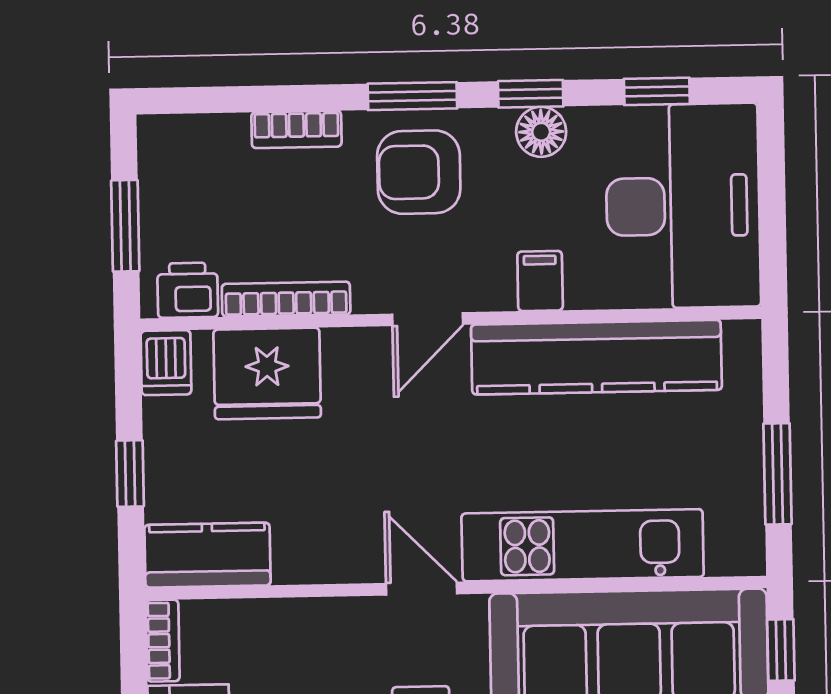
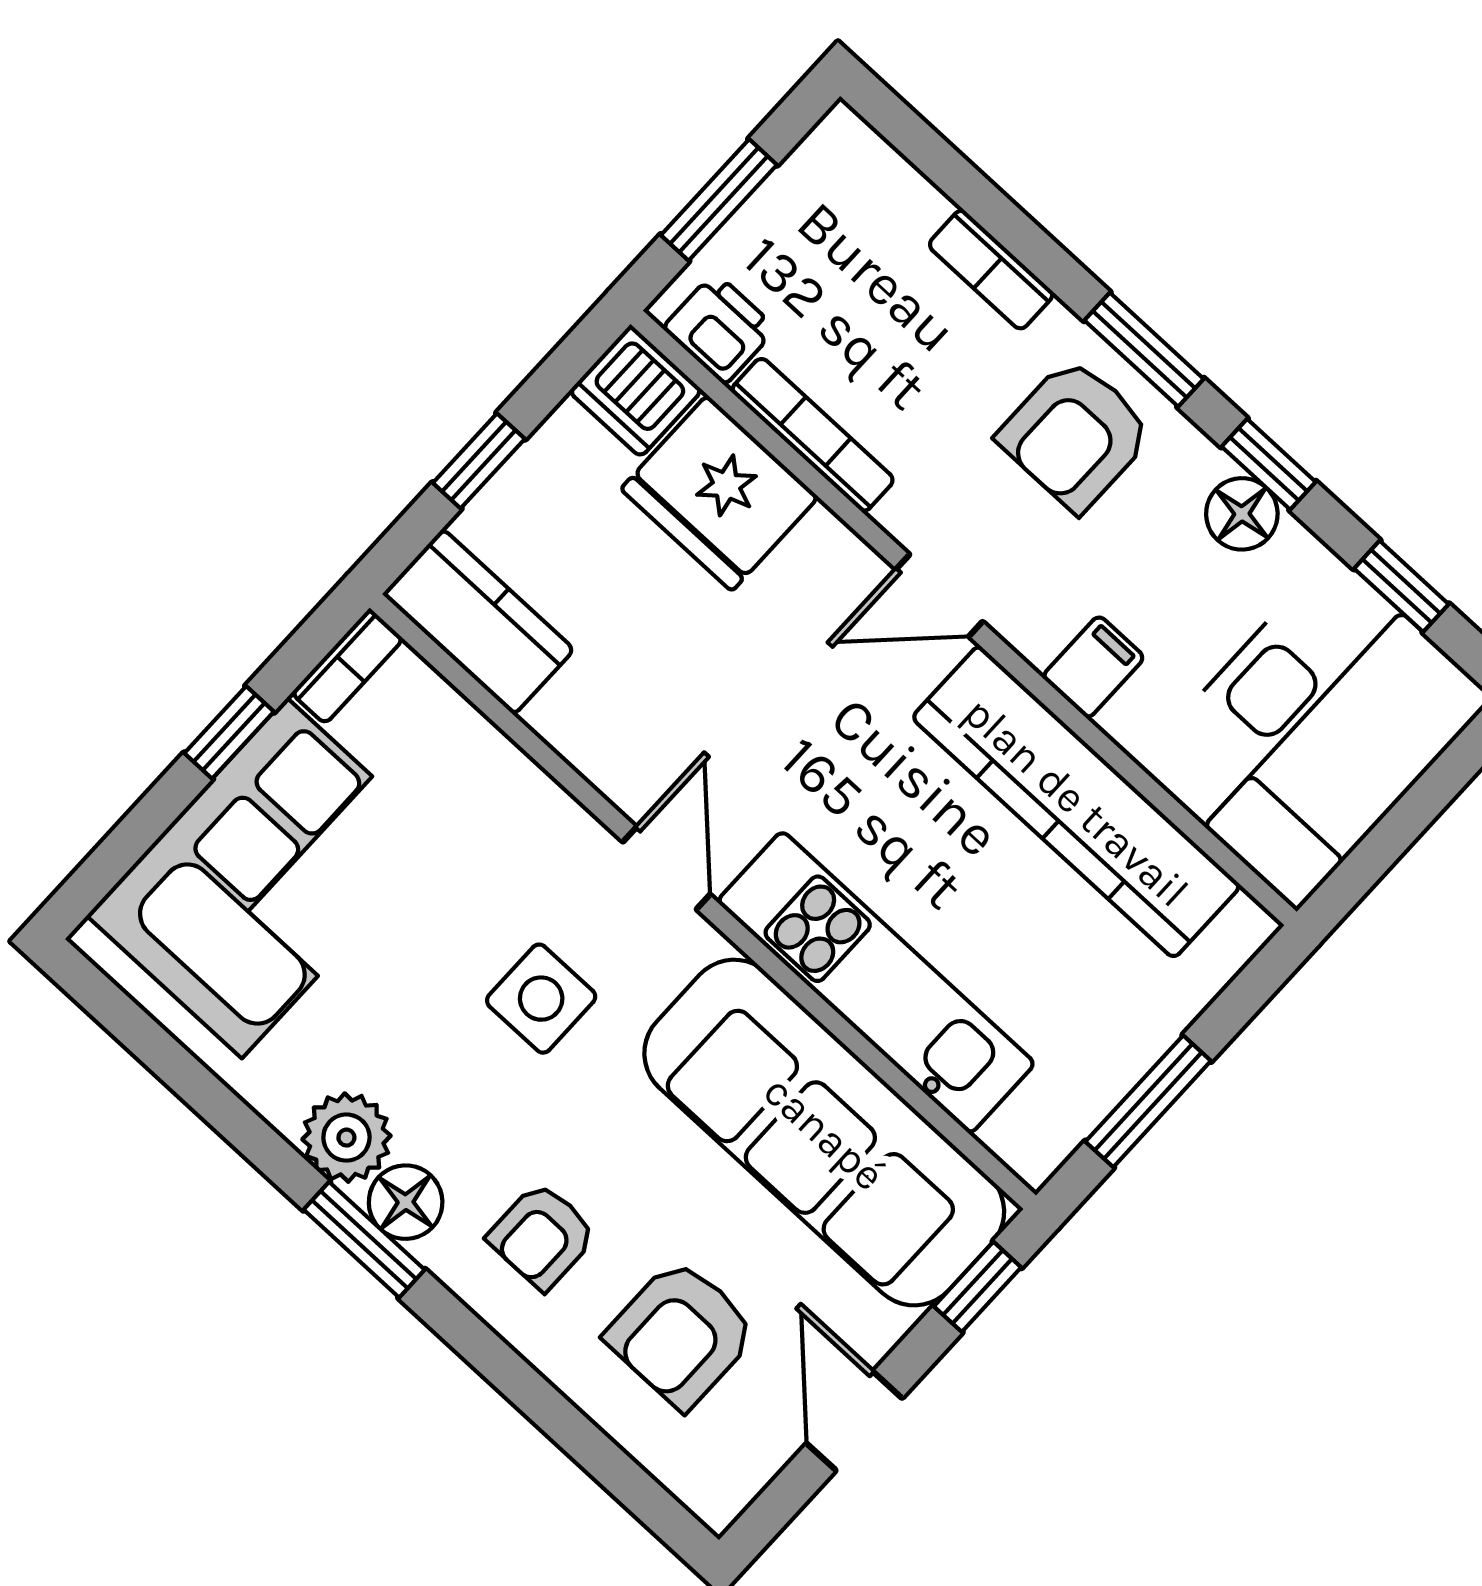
armchair: (419, 172) -> (1075, 435), turned -90
dishwasher: (166, 363) -> (636, 391), width x1.38

